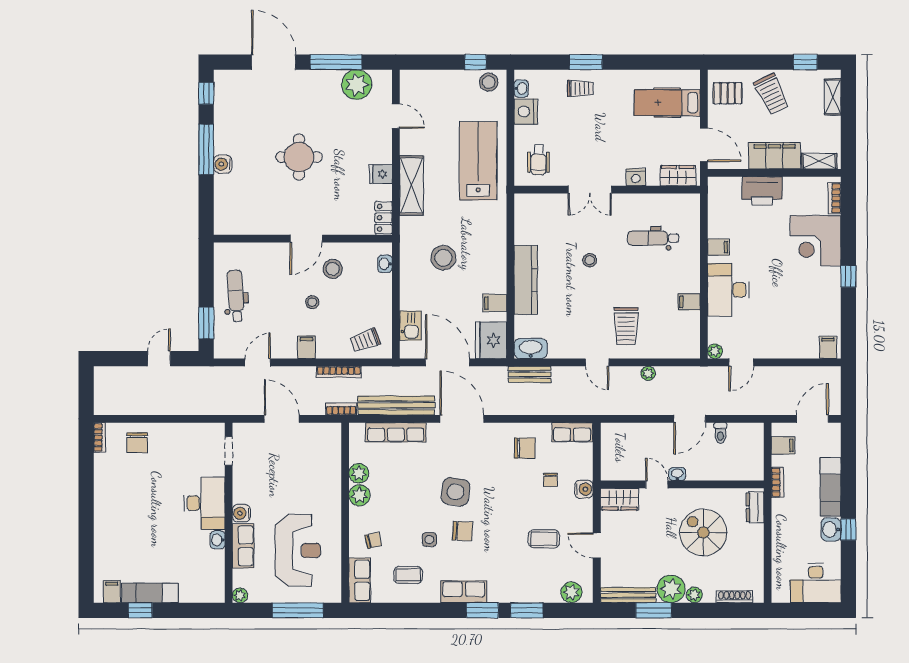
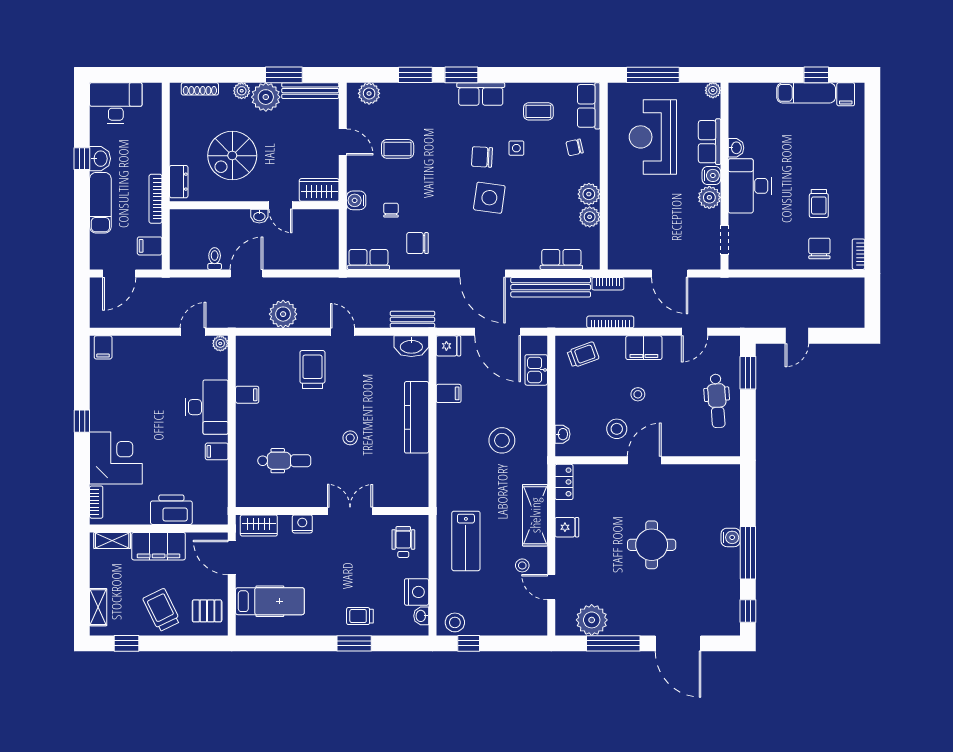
stool: (424, 137) -> (522, 565), added
lab bench: (478, 161) -> (466, 541), width x0.73, depth x0.72
fridge: (491, 340) -> (448, 346), width x0.53, depth x0.75
filing cabinet: (306, 347) -> (644, 348), width x2.00
plant: (648, 373) -> (283, 314), width x1.88, depth x1.88
row of seats: (396, 432) -> (561, 259), width x0.68
bookcase: (777, 482) -> (155, 199), width x1.56
trolley: (138, 486) -> (819, 204), added
plant: (243, 492) -> (709, 197), added
spiral stairs: (703, 532) -> (232, 156), turned 90

